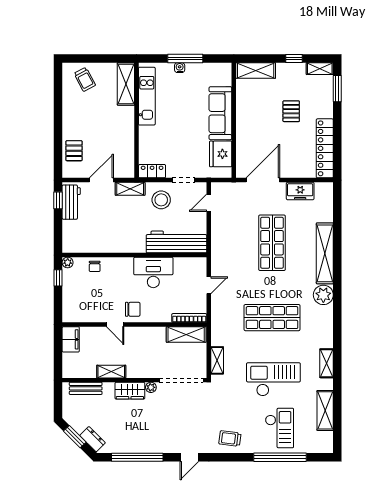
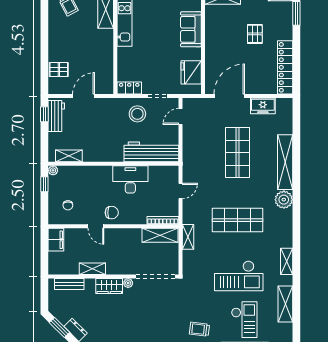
sofa: (220, 113) -> (191, 29), width x0.73
pallet: (74, 151) -> (59, 69), turned 90
shelving: (130, 189) -> (69, 156), moved
chair: (95, 266) -> (68, 205), moved
shelving: (217, 360) -> (188, 237), moved
checkout: (273, 379) -> (239, 276), turned 180

